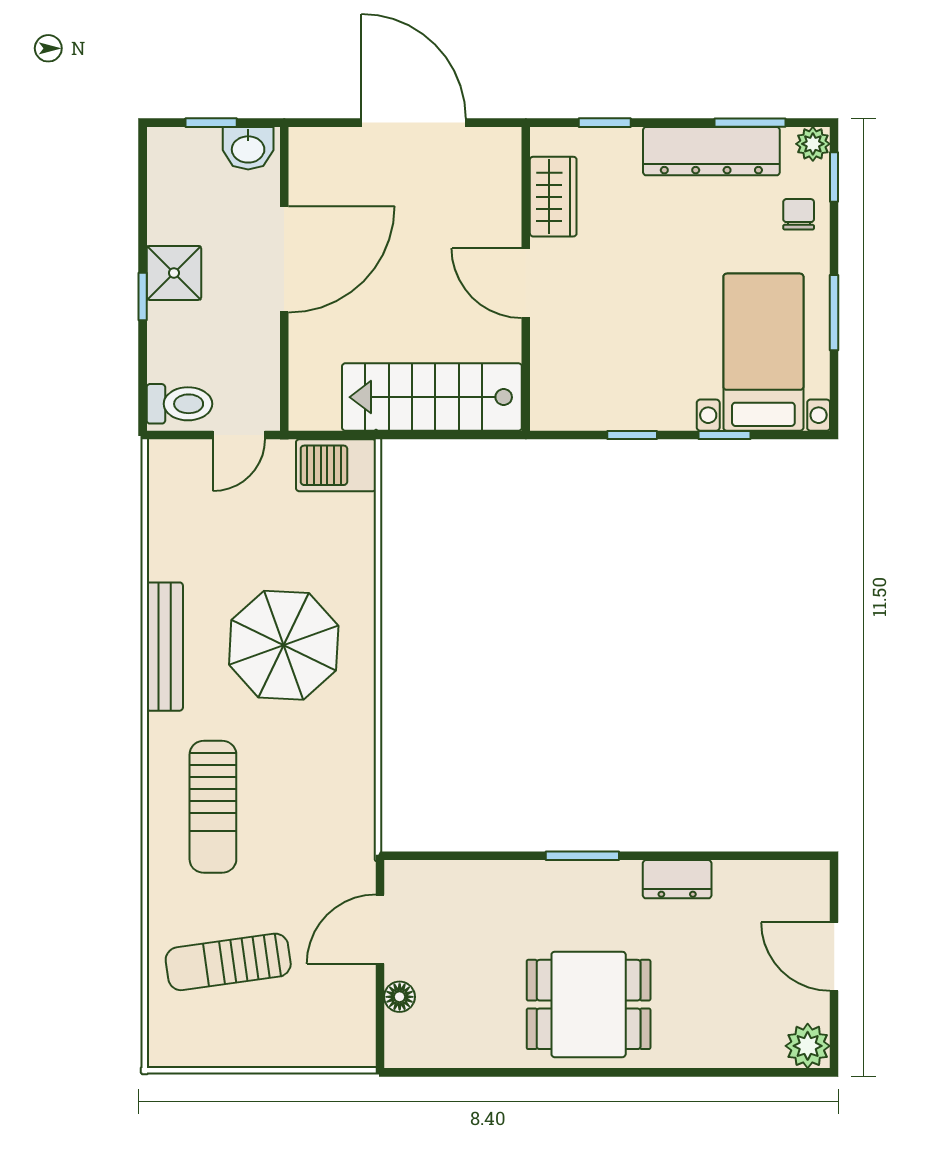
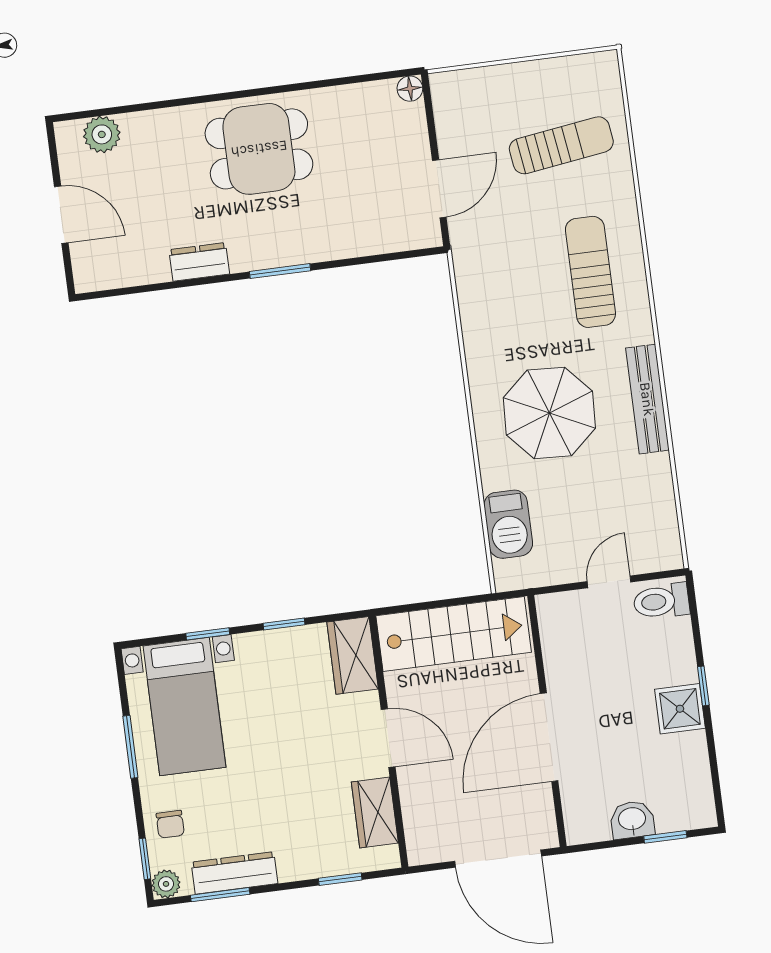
dresser: (711, 151) -> (234, 873), width x0.73, depth x0.80
door: (284, 259) -> (549, 737), moved
wall: (284, 279) -> (547, 721), moved
wardrobe: (555, 387) -> (353, 655), added
barbecue: (336, 465) -> (508, 524), moved, turned 90
floor lamp: (400, 997) -> (410, 89), moved
plant: (808, 1046) -> (102, 134), moved

